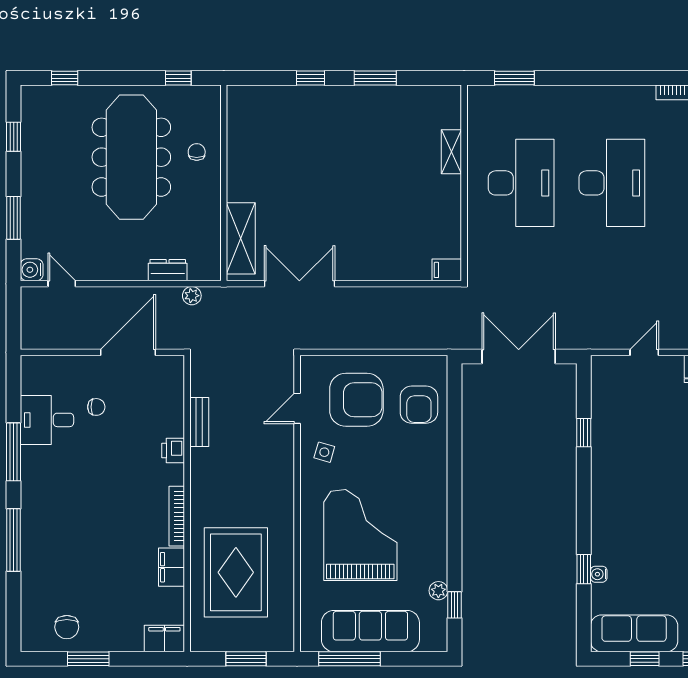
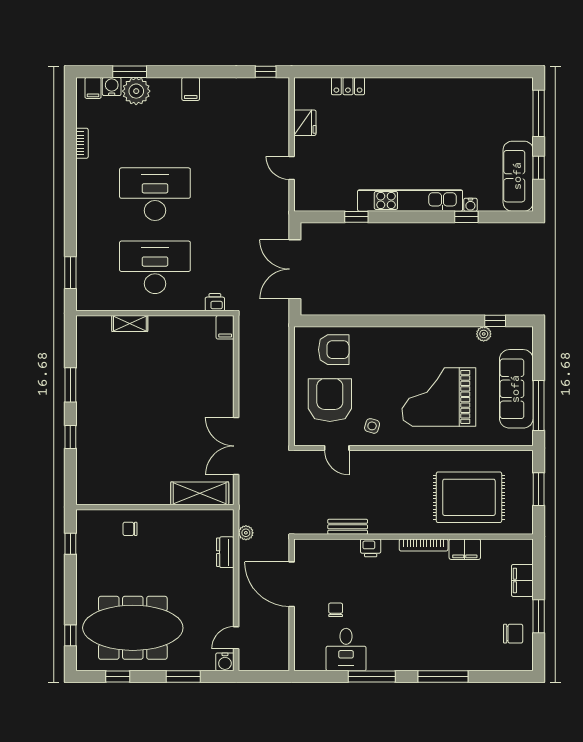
meeting table: (131, 157) -> (133, 628), moved
printer: (478, 257) -> (215, 302), added
kitchen unit: (604, 499) -> (410, 200), added
filing cabinet: (164, 639) -> (522, 580), moved

